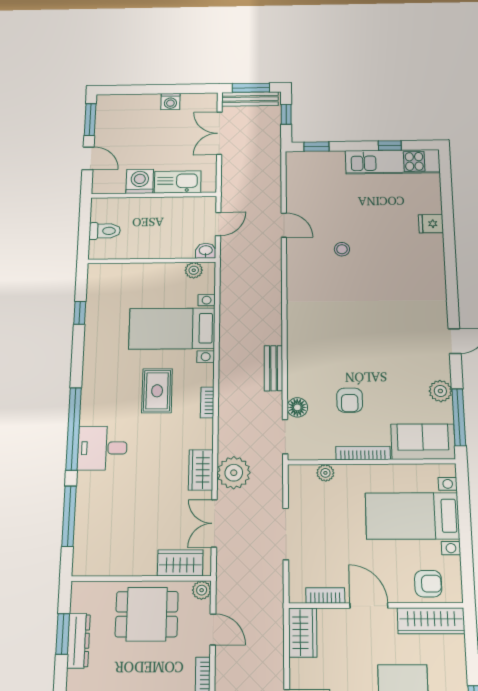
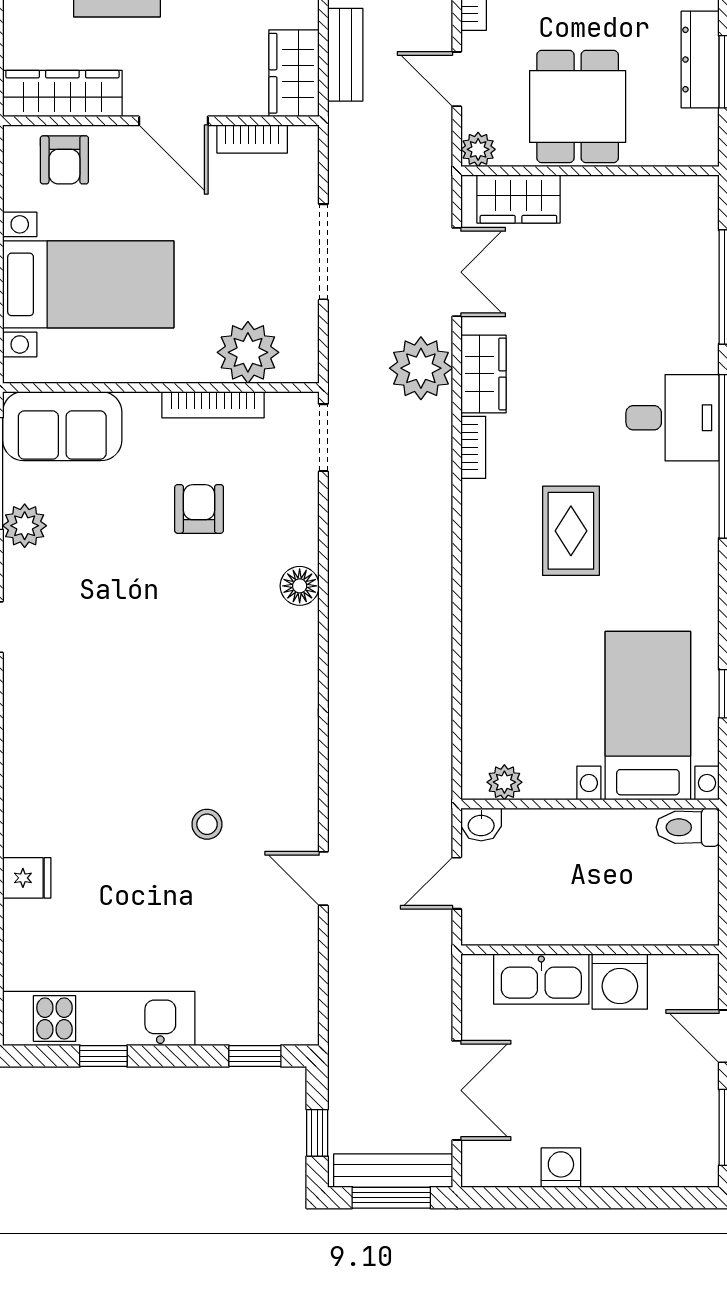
toilet: (105, 231) -> (688, 827), moved
bed with nightstands: (172, 329) -> (648, 716), moved, turned -90
bench: (273, 368) -> (345, 55), moved
bookcase: (207, 402) -> (473, 447), moved
floor lamp: (297, 407) -> (300, 586), moved
bookcase: (363, 453) -> (213, 405), moved
plant: (325, 473) -> (248, 352), width x1.88, depth x1.88
armchair: (428, 584) -> (64, 160), turned -90
dining table: (147, 614) -> (578, 107), turned 90

